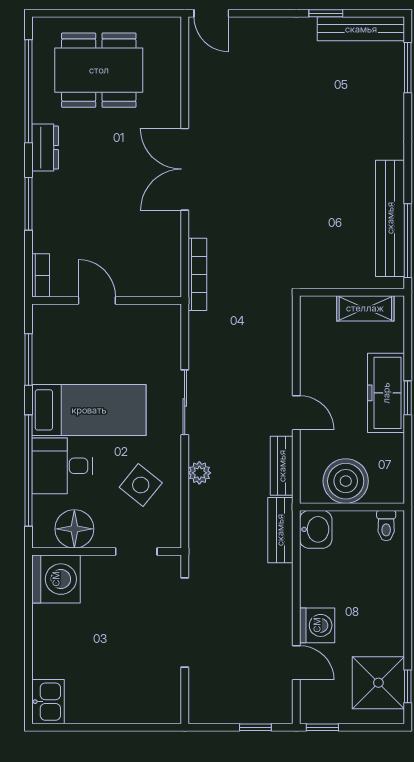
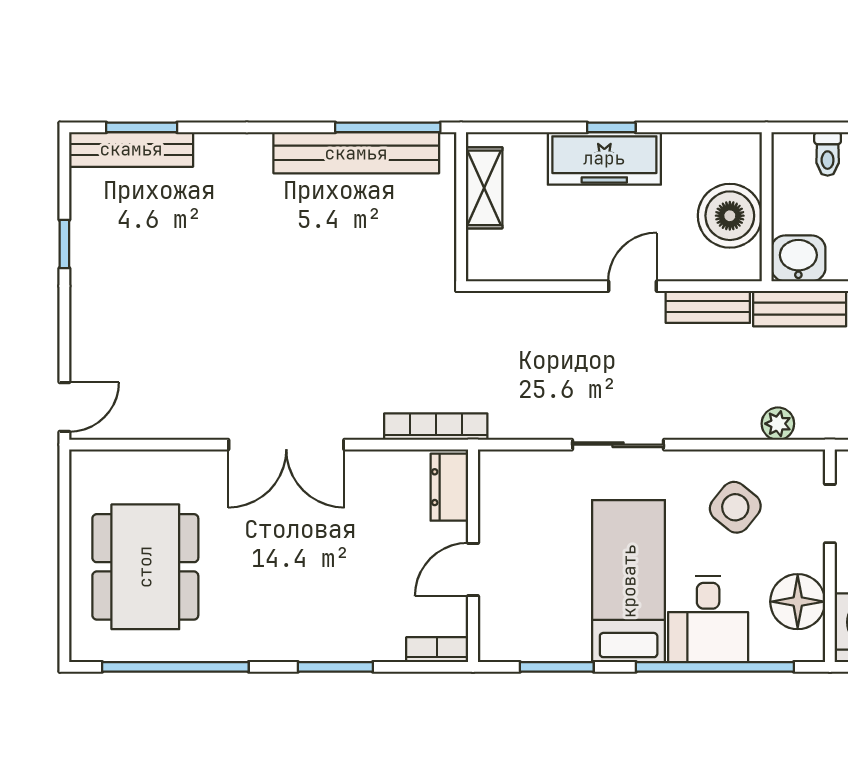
bench: (361, 29) -> (131, 149), moved, turned 90
dresser: (45, 148) -> (449, 487), moved, turned -90
plant: (199, 473) -> (778, 424), moved
toilet: (386, 526) -> (828, 154), moved, turned 90

